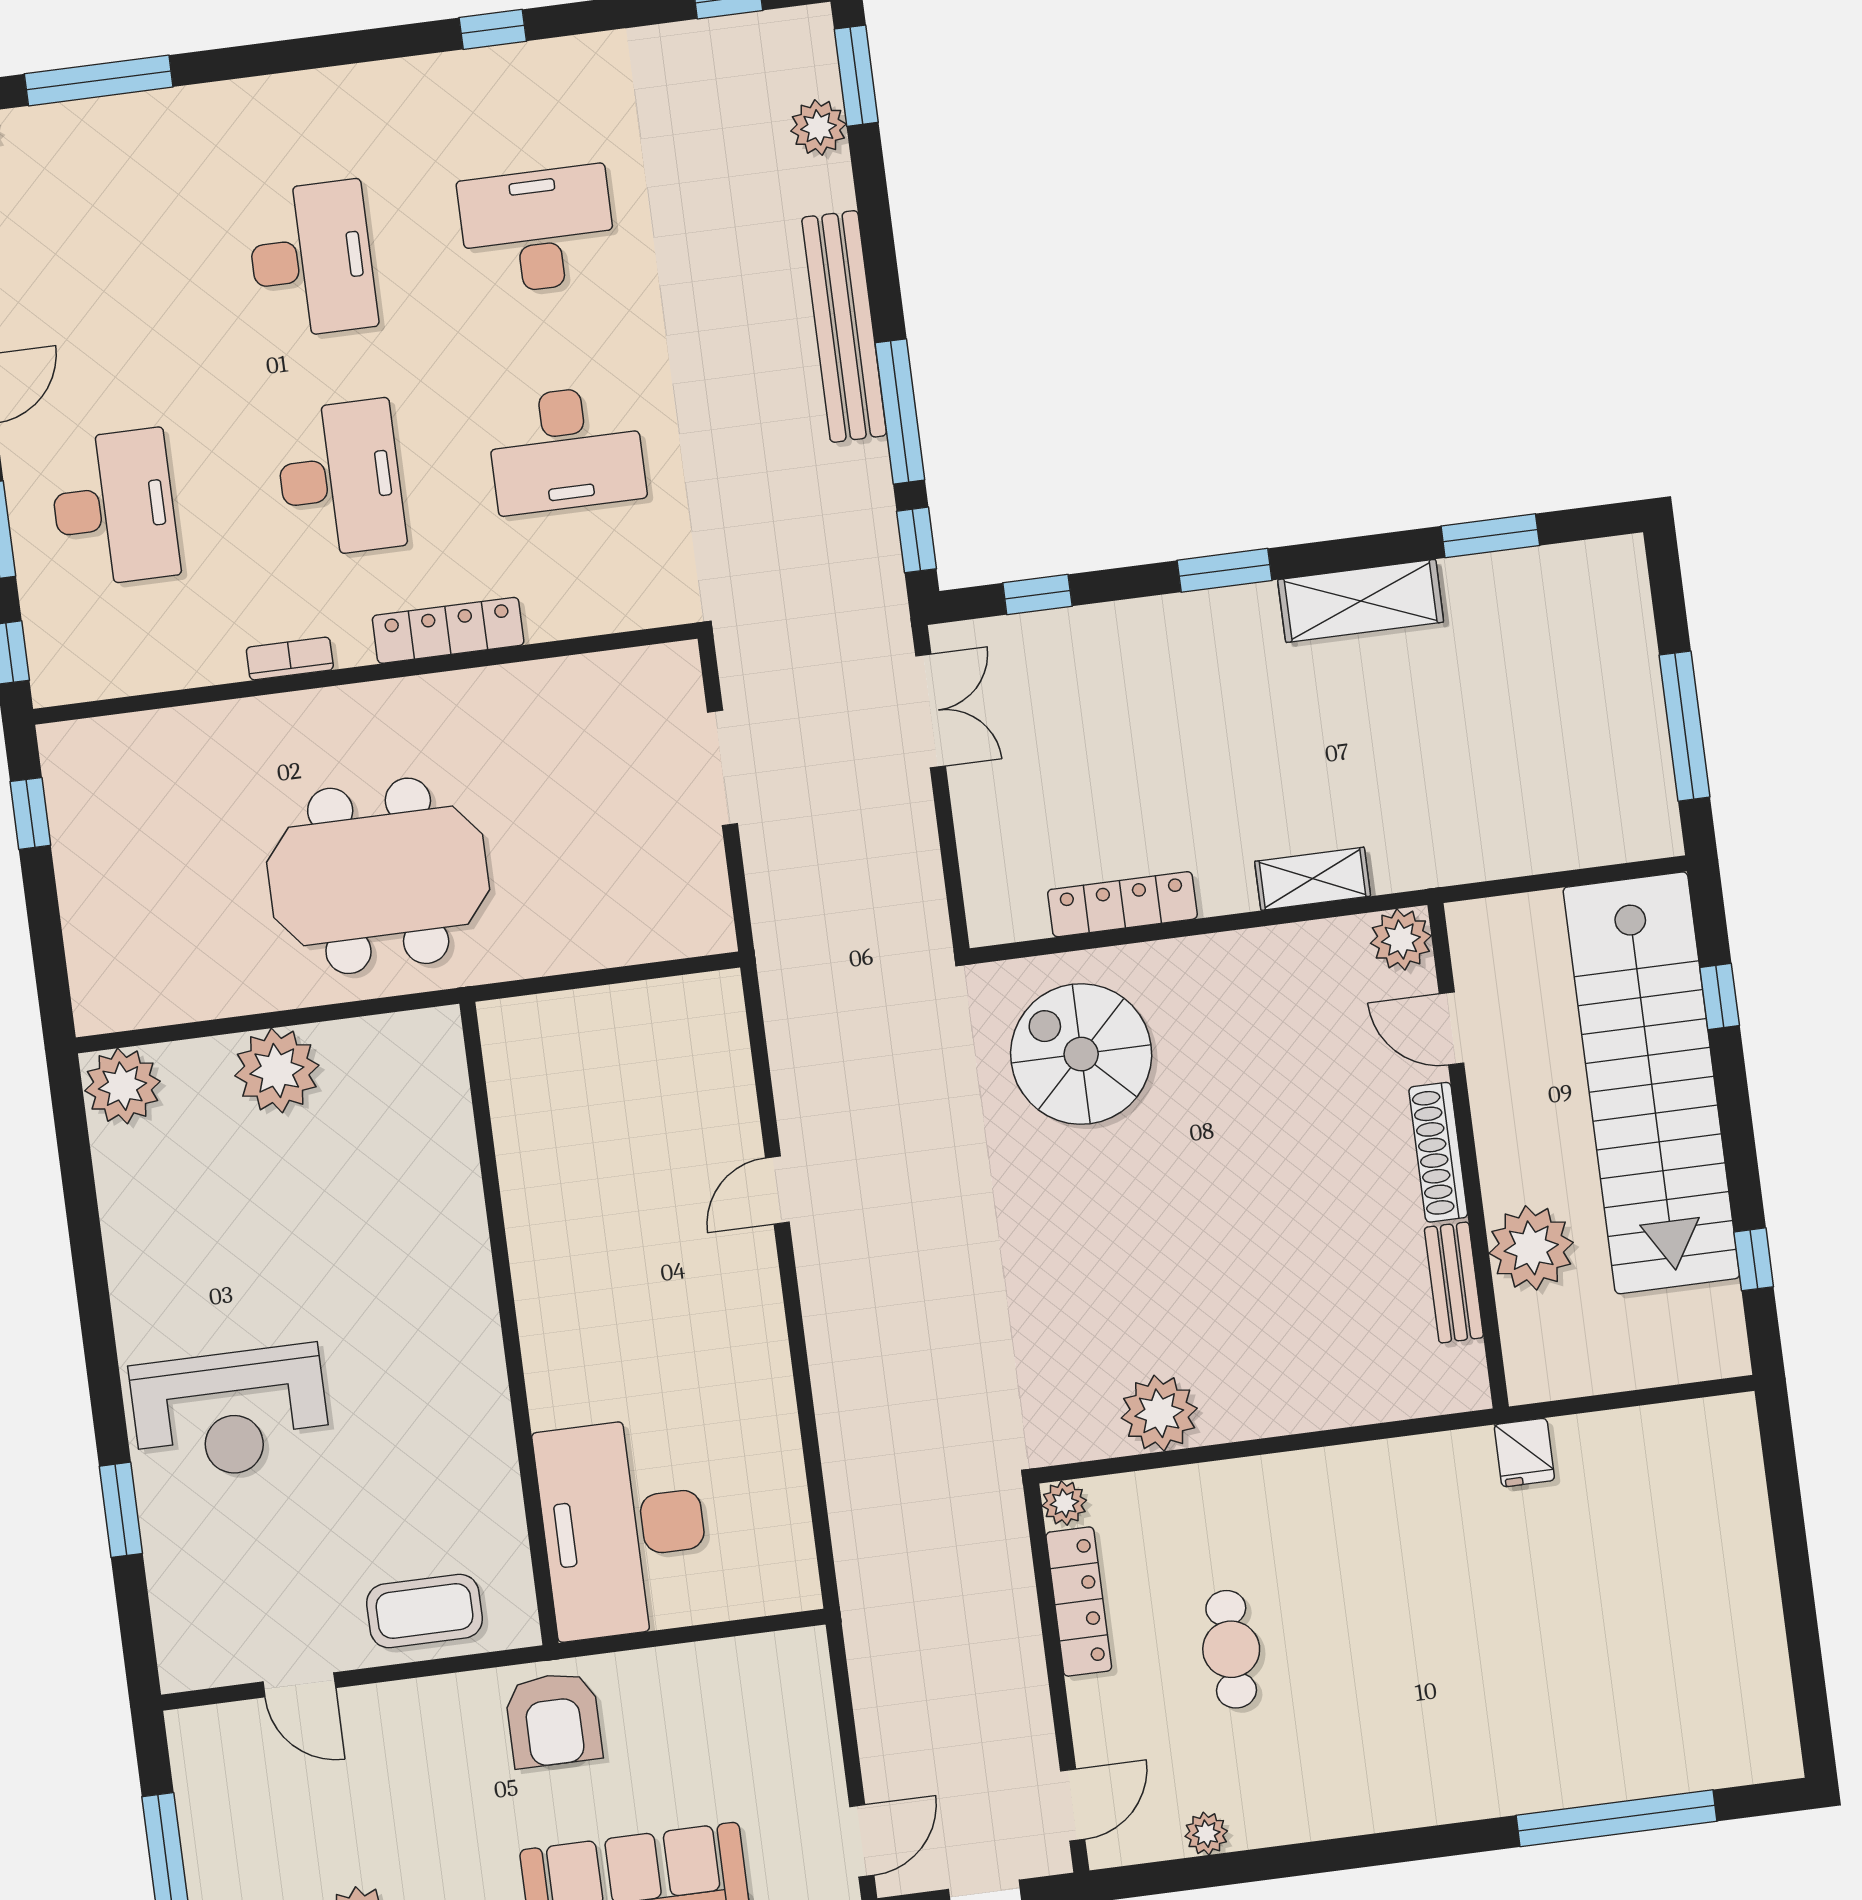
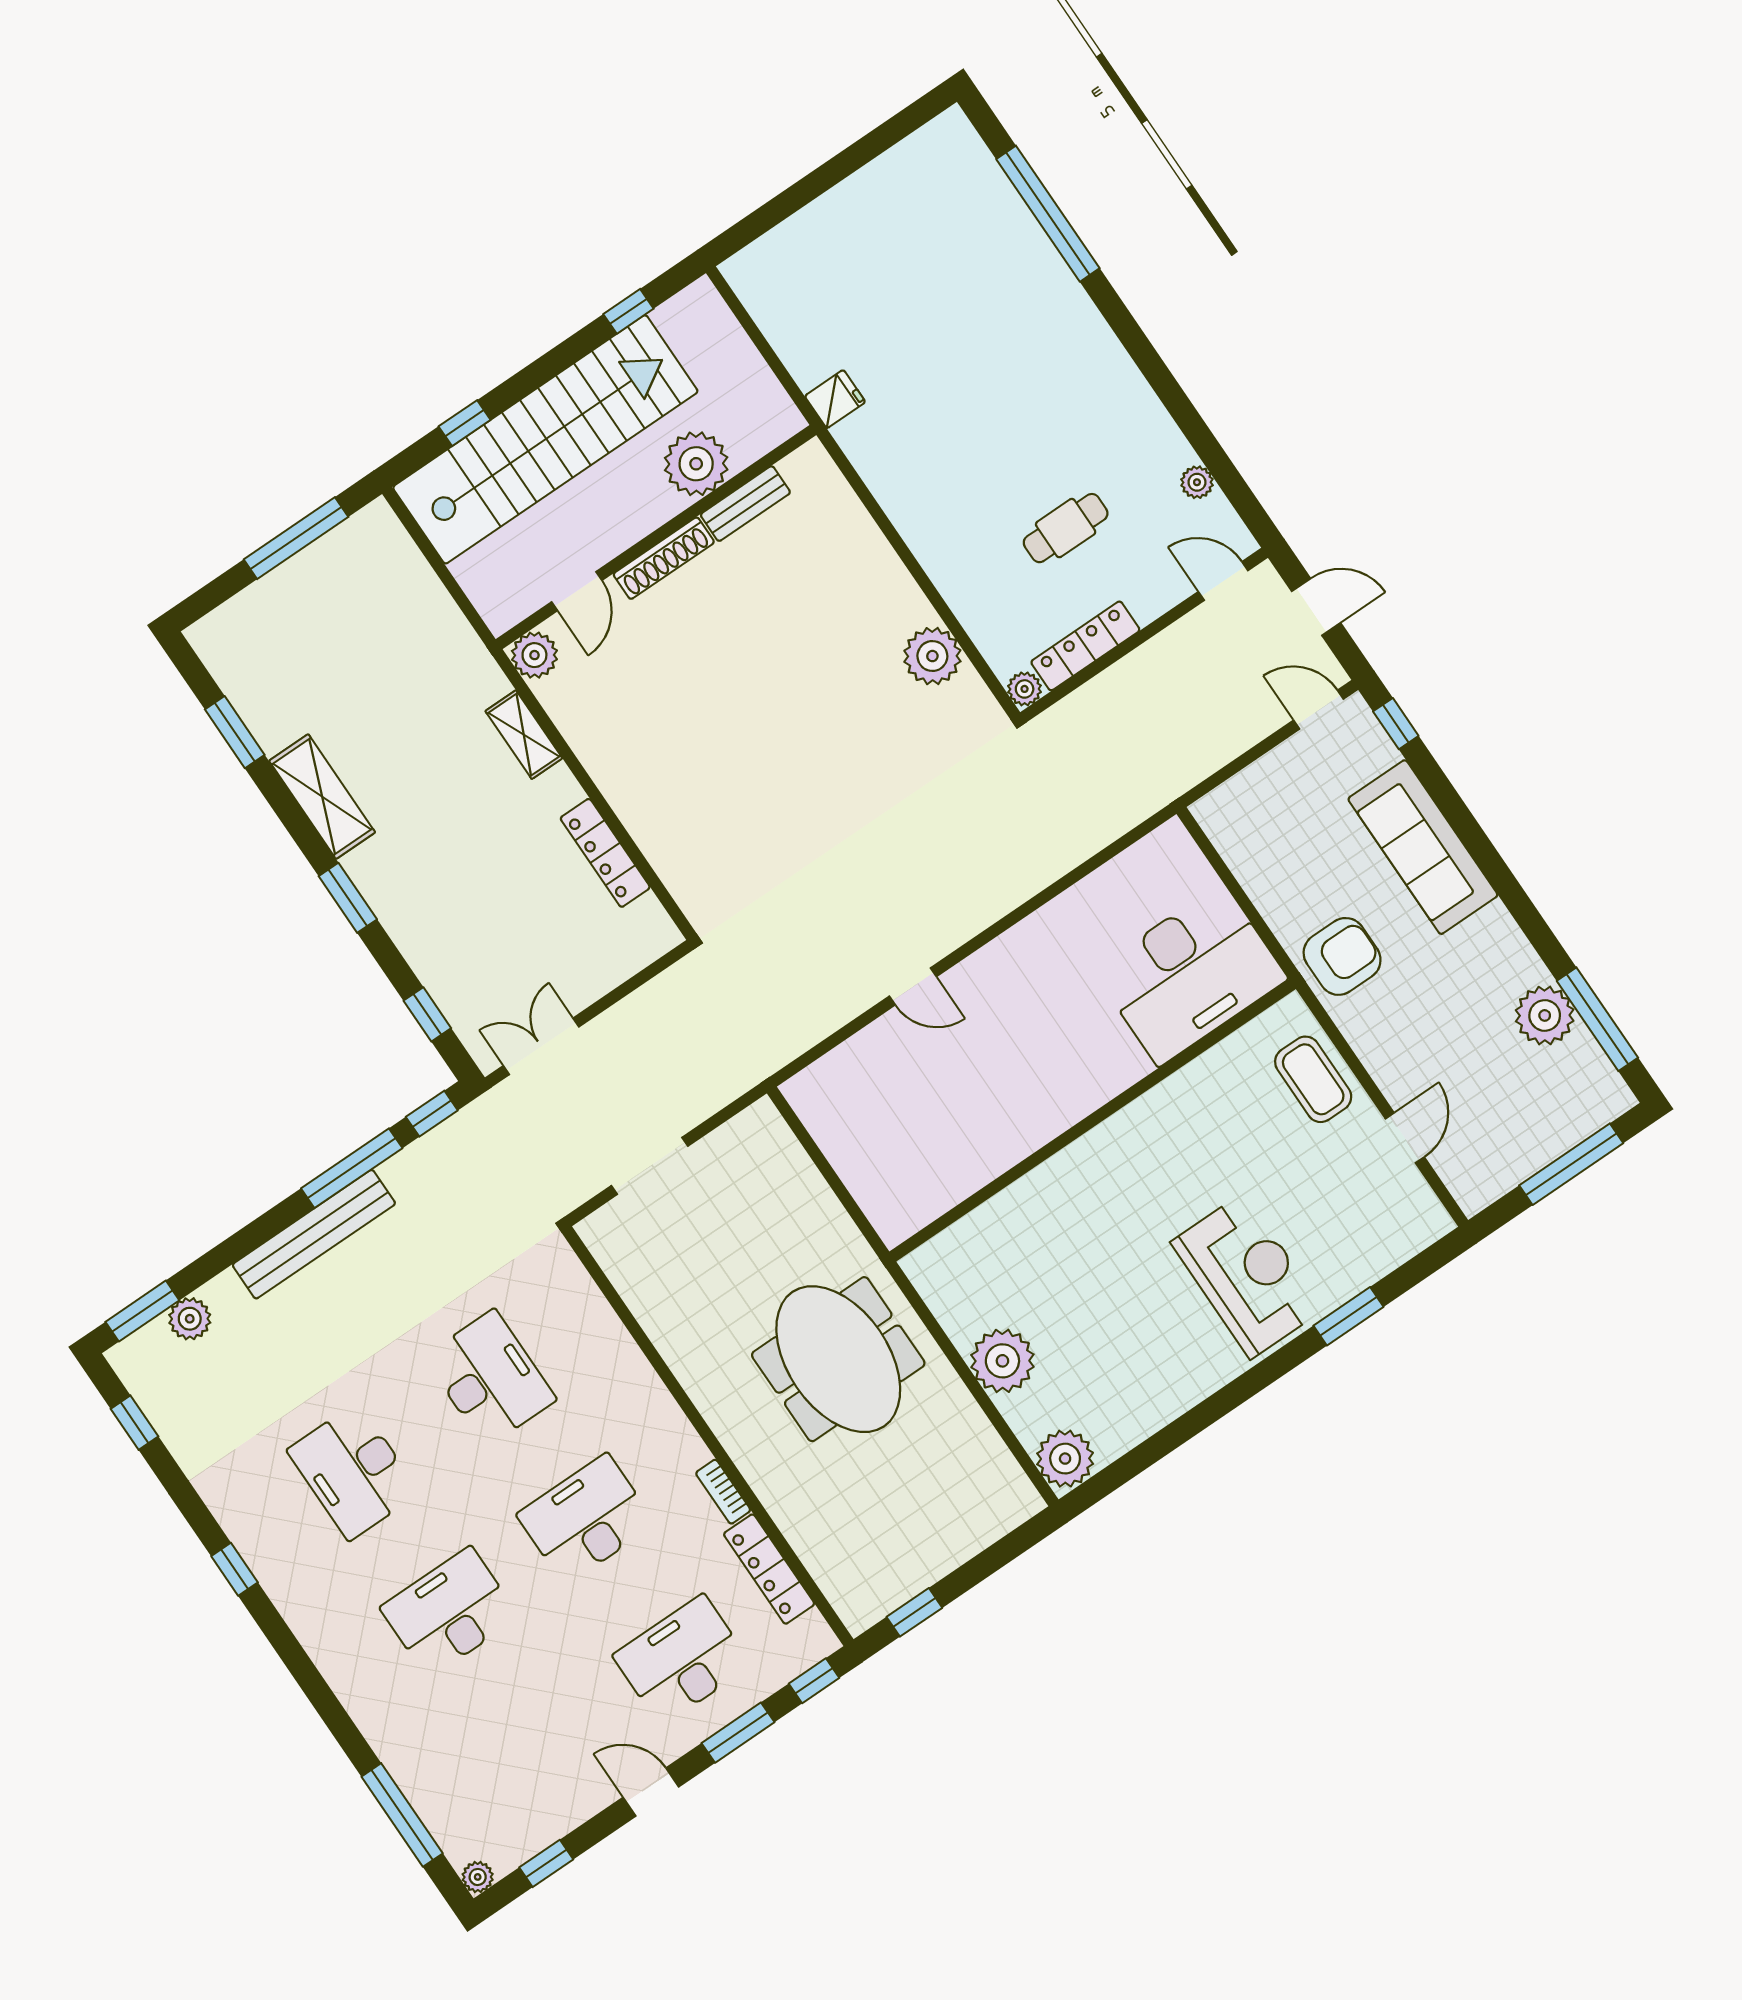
locker: (448, 630) -> (769, 1569), moved
spiral stairs: (1081, 1054) -> (719, 830), removed

